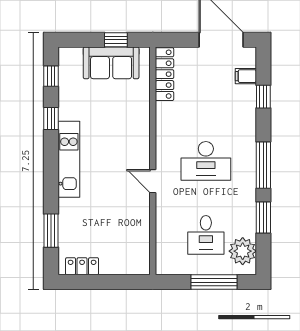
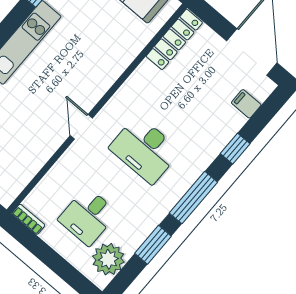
window: (263, 97) -> (235, 149), moved
bookcase: (169, 269) -> (28, 219), added
window: (214, 282) -> (59, 265), removed

